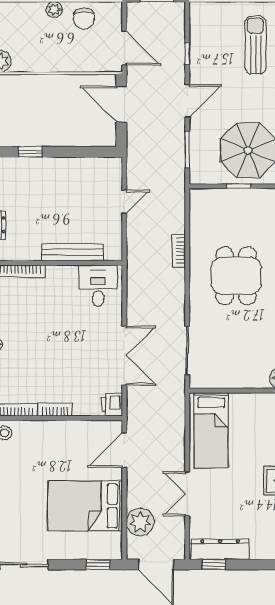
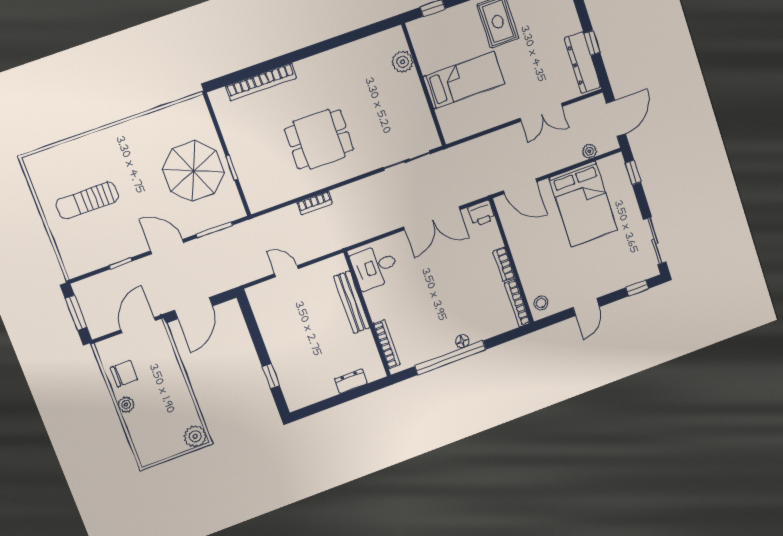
double door: (124, 356) -> (432, 218), swing flipped
bed: (211, 430) -> (464, 80), moved
plant: (140, 522) -> (589, 151), width x0.53, depth x0.53
window: (214, 565) -> (592, 43), moved

